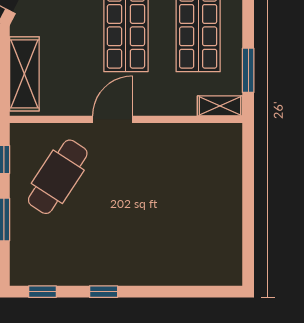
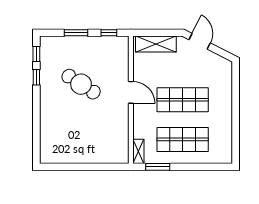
cafe table: (58, 177) -> (81, 84), moved
window: (104, 292) -> (36, 77), moved

